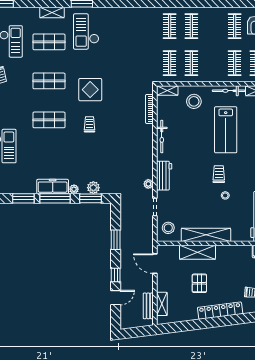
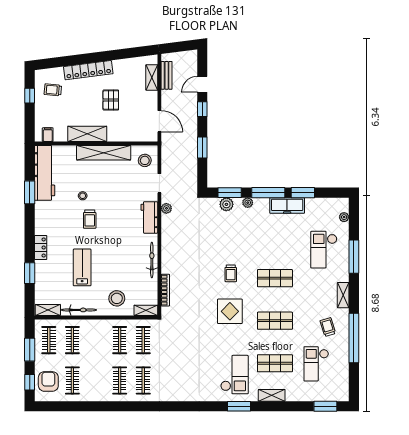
lab bench: (226, 130) -> (82, 267), width x0.73, depth x0.72
freezer: (53, 187) -> (287, 206), moved
shelving: (197, 252) -> (87, 134), moved

